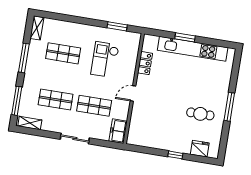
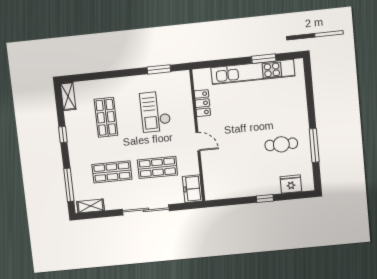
window: (185, 37) -> (264, 59), moved
shop shelf: (63, 53) -> (106, 117), turned 90
window: (24, 58) -> (63, 135), width x0.46
door: (133, 93) -> (198, 142), swing flipped
window: (229, 107) -> (314, 145), moved
sliding door: (75, 139) -> (146, 210), width x1.37

